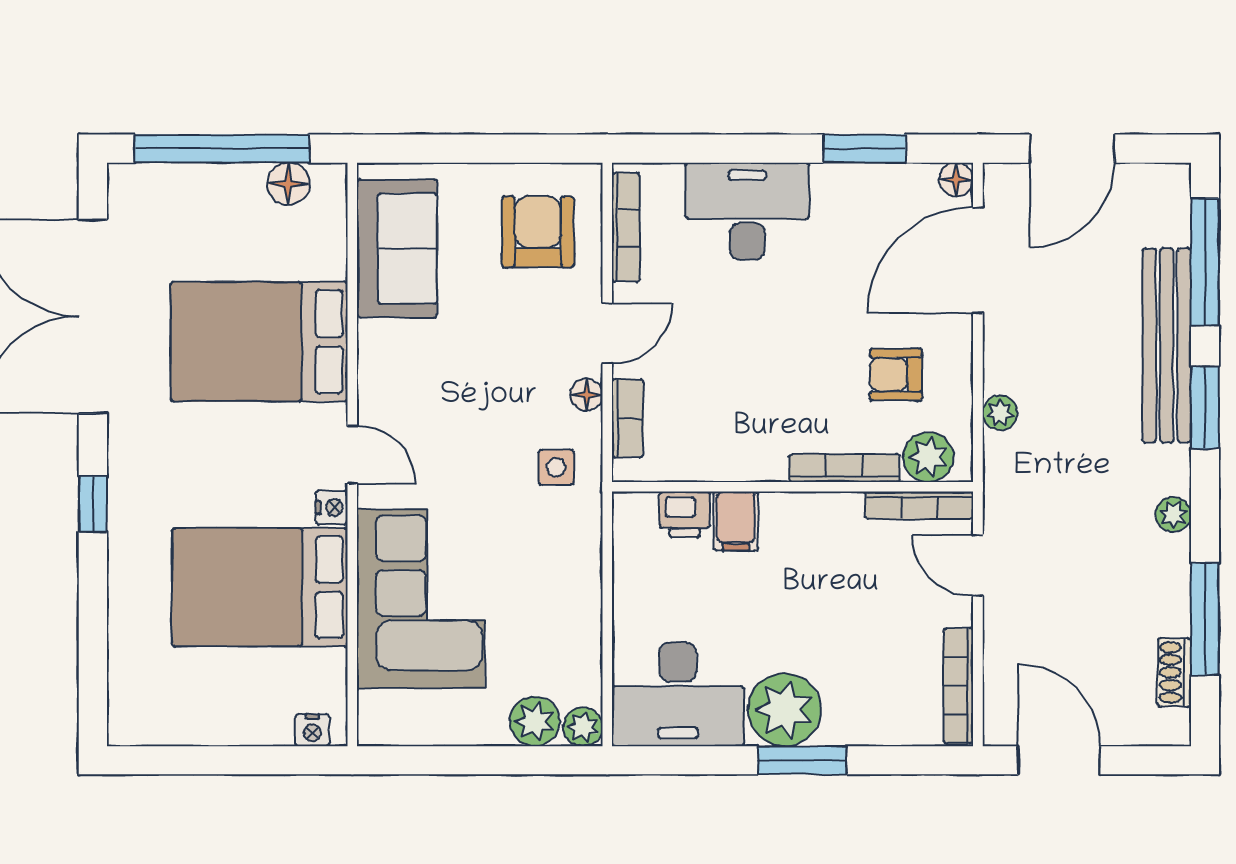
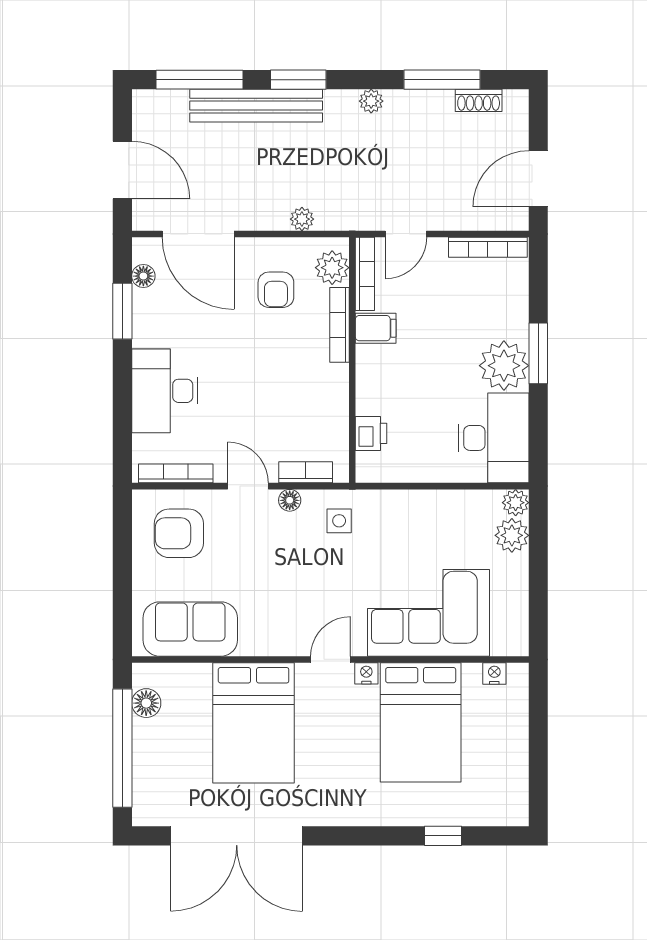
floor lamp: (956, 180) -> (143, 276), moved
window: (93, 504) -> (443, 836), moved
filing cabinet: (736, 521) -> (376, 328), moved
nightstand: (312, 730) -> (494, 674), moved, turned -90

